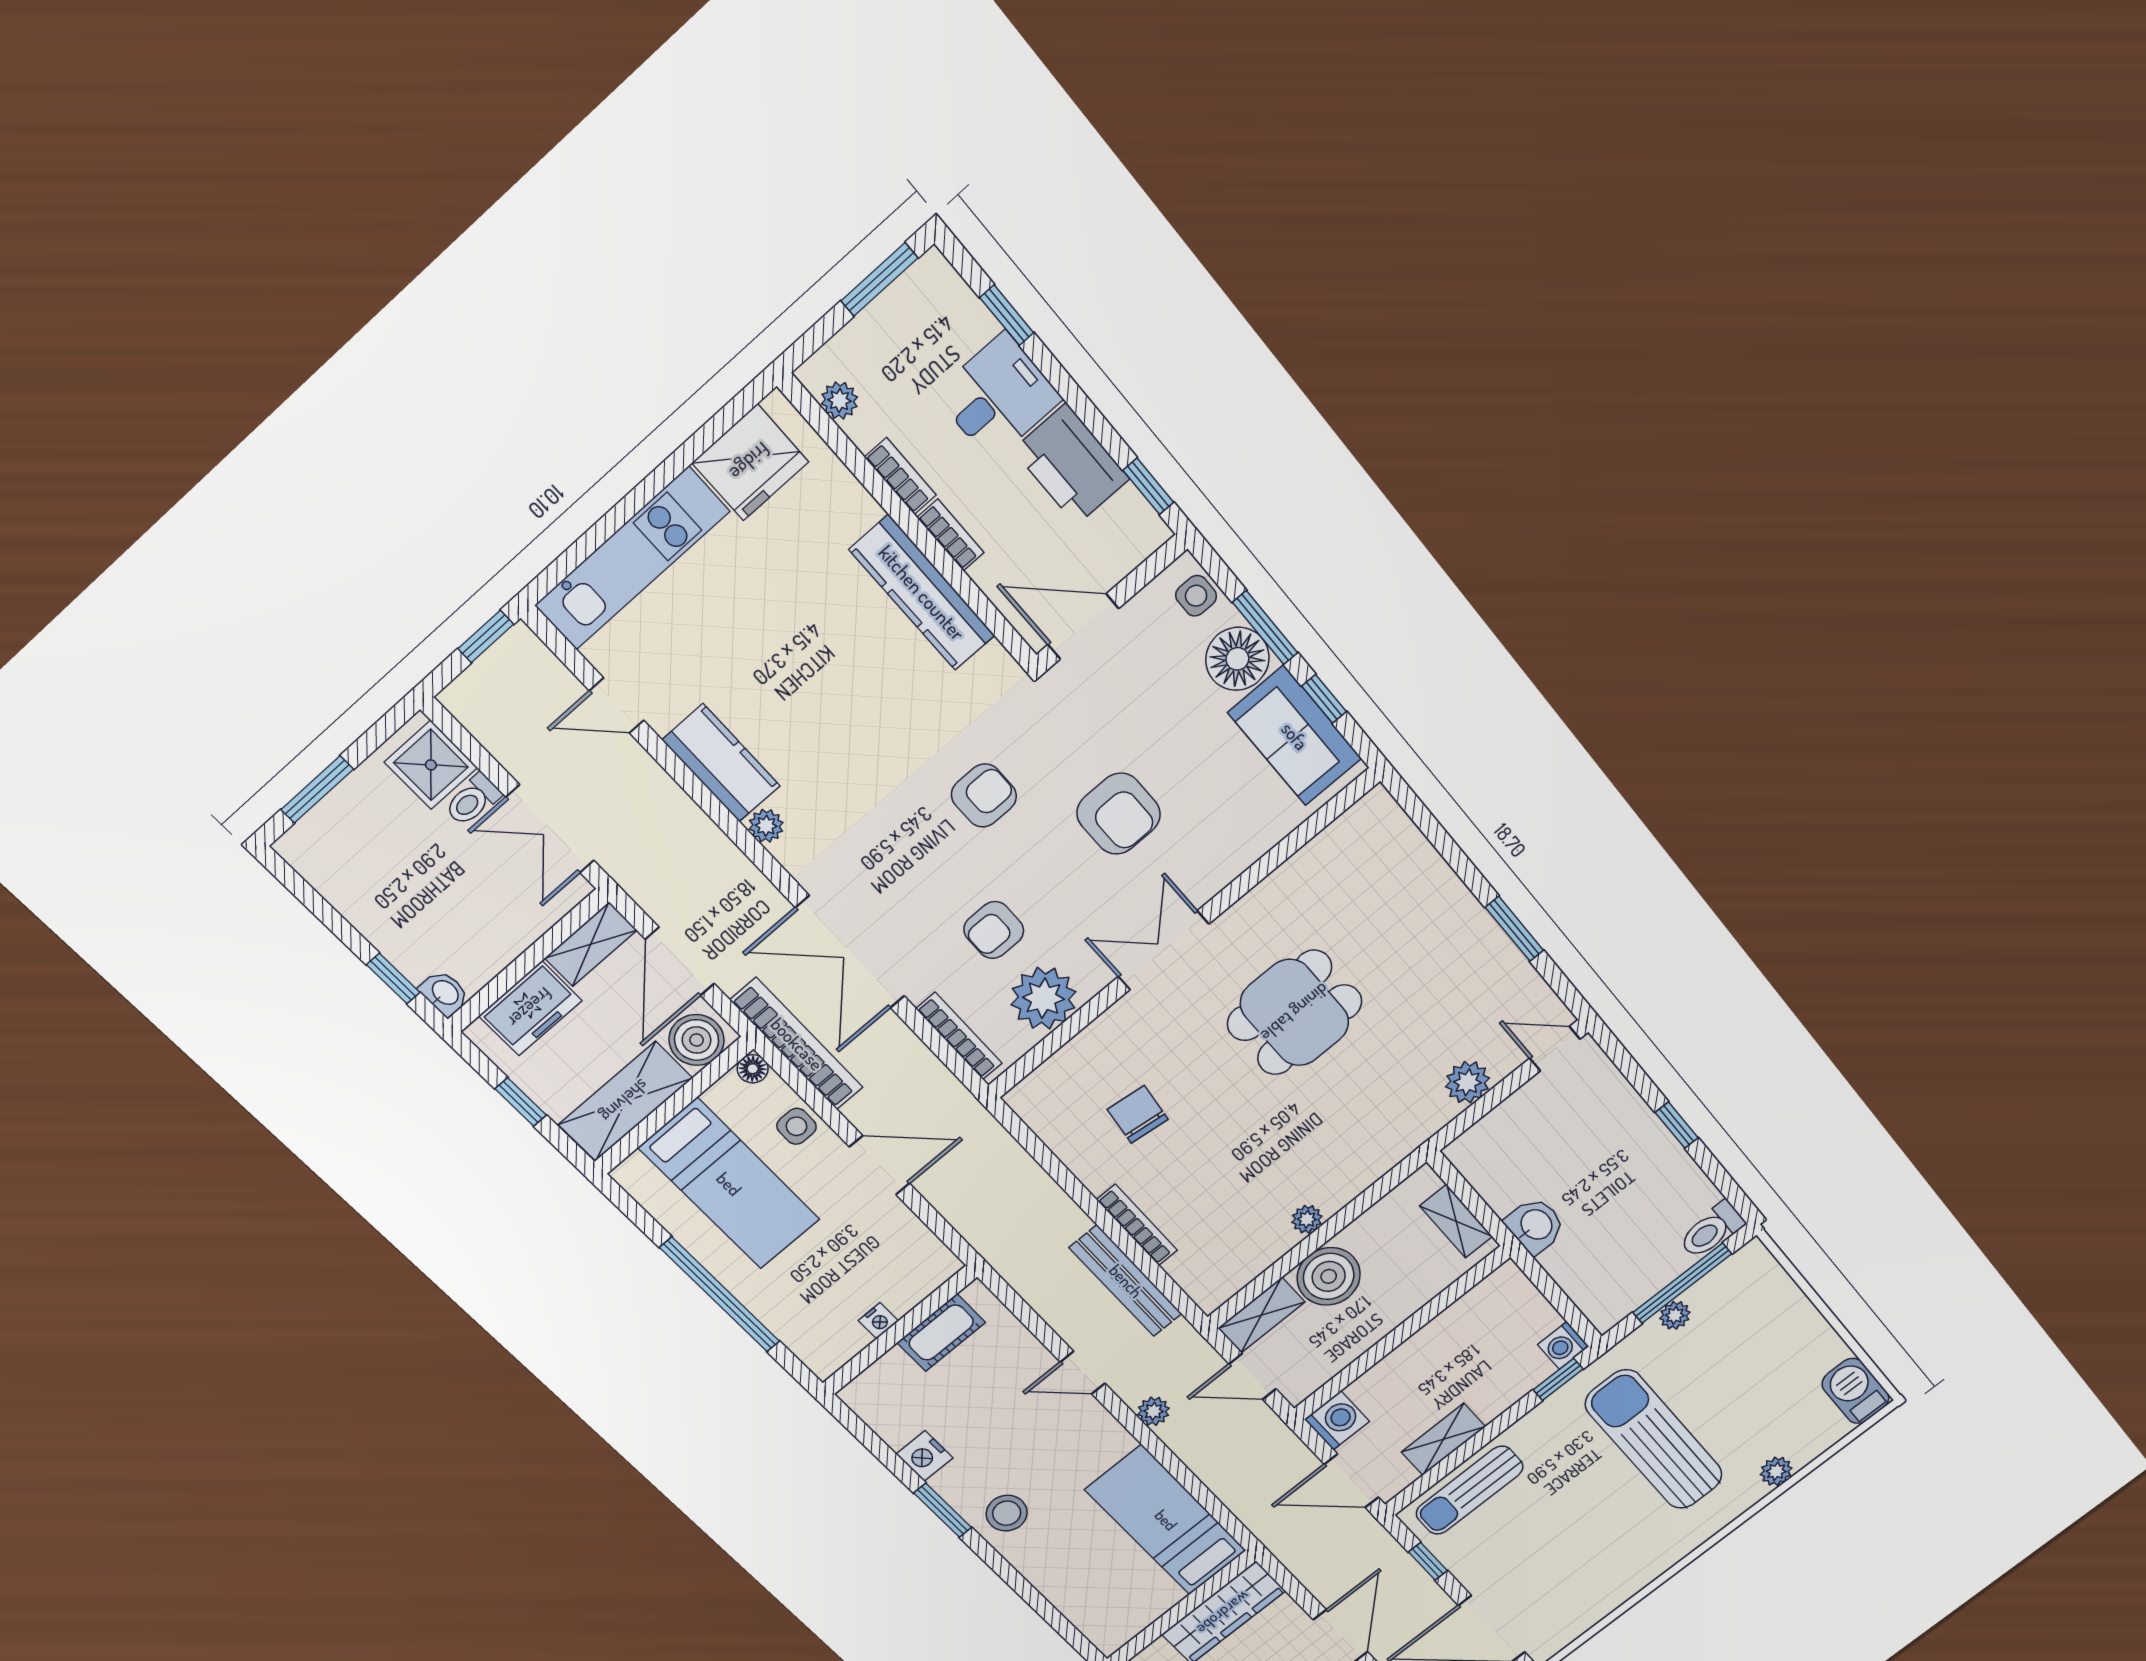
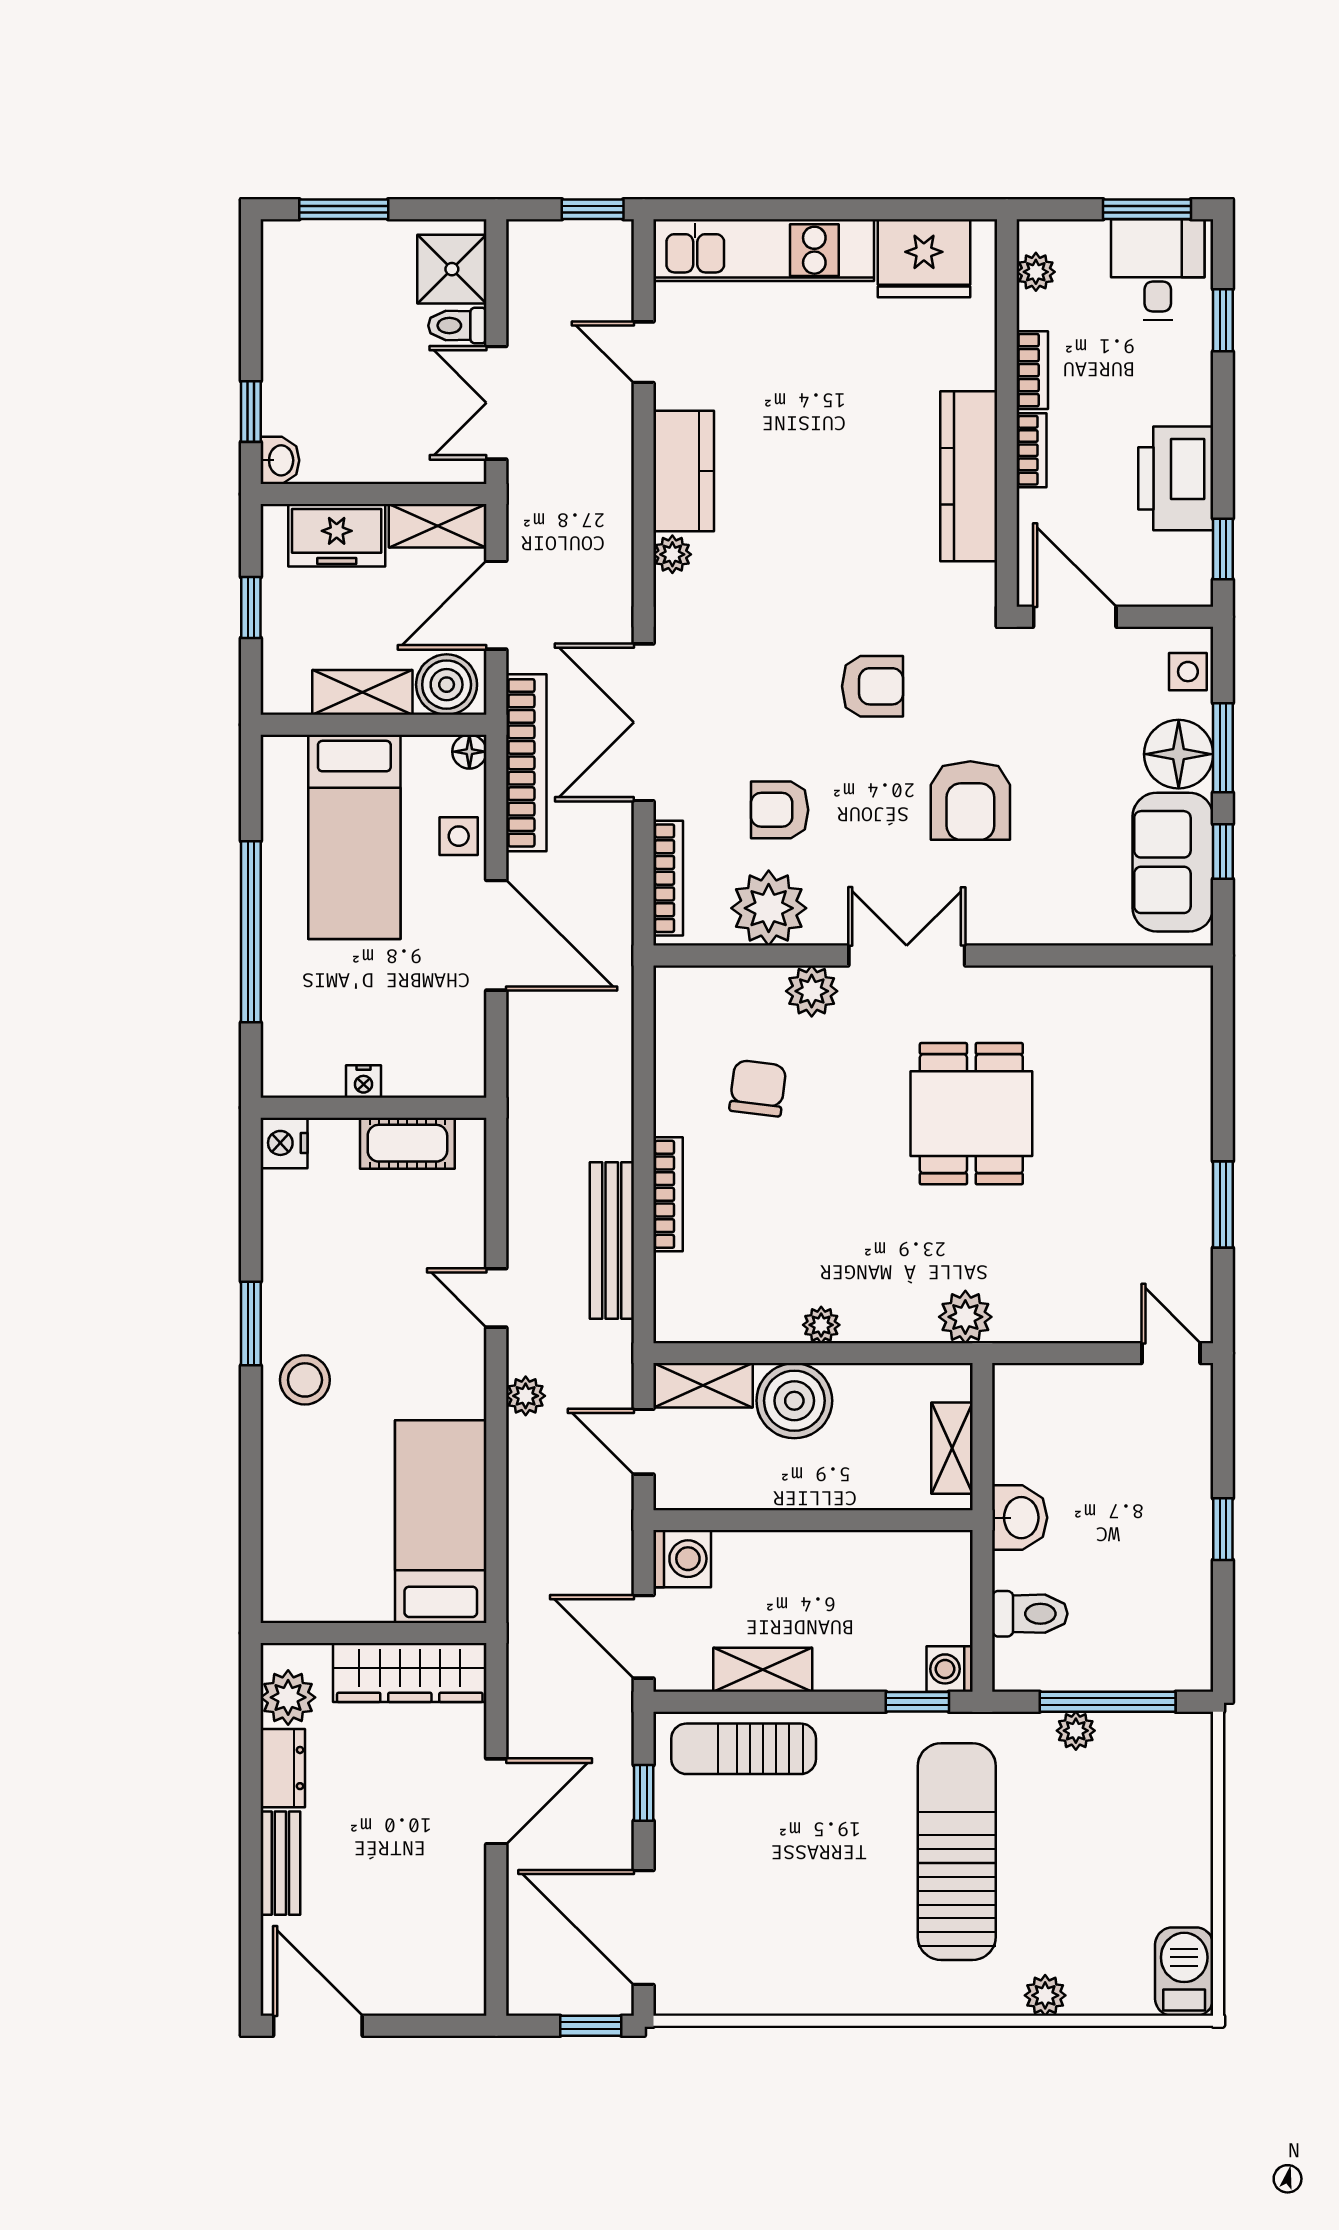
desk: (998, 397) -> (1158, 269), moved, turned -90
dining table: (1295, 1013) -> (971, 1114), turned 90
plant: (1120, 1026) -> (812, 991), added
plant: (1467, 1082) -> (965, 1317), moved
shelving: (625, 1101) -> (362, 692), width x0.67, depth x0.75
door: (879, 1165) -> (496, 935), width x1.36
toilet: (1712, 1230) -> (1030, 1614), moved, turned 180
nightstand: (924, 1456) -> (284, 1143), moved

